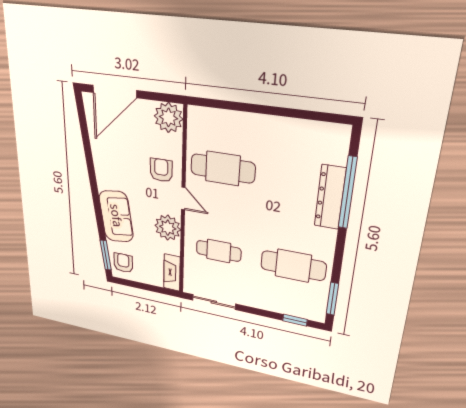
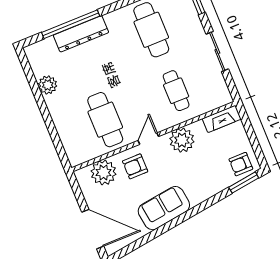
plant: (168, 118) -> (104, 173), moved
plant: (292, 130) -> (48, 85), added
sofa: (116, 216) -> (164, 208), moved
sliding door: (214, 302) -> (217, 51), moved

